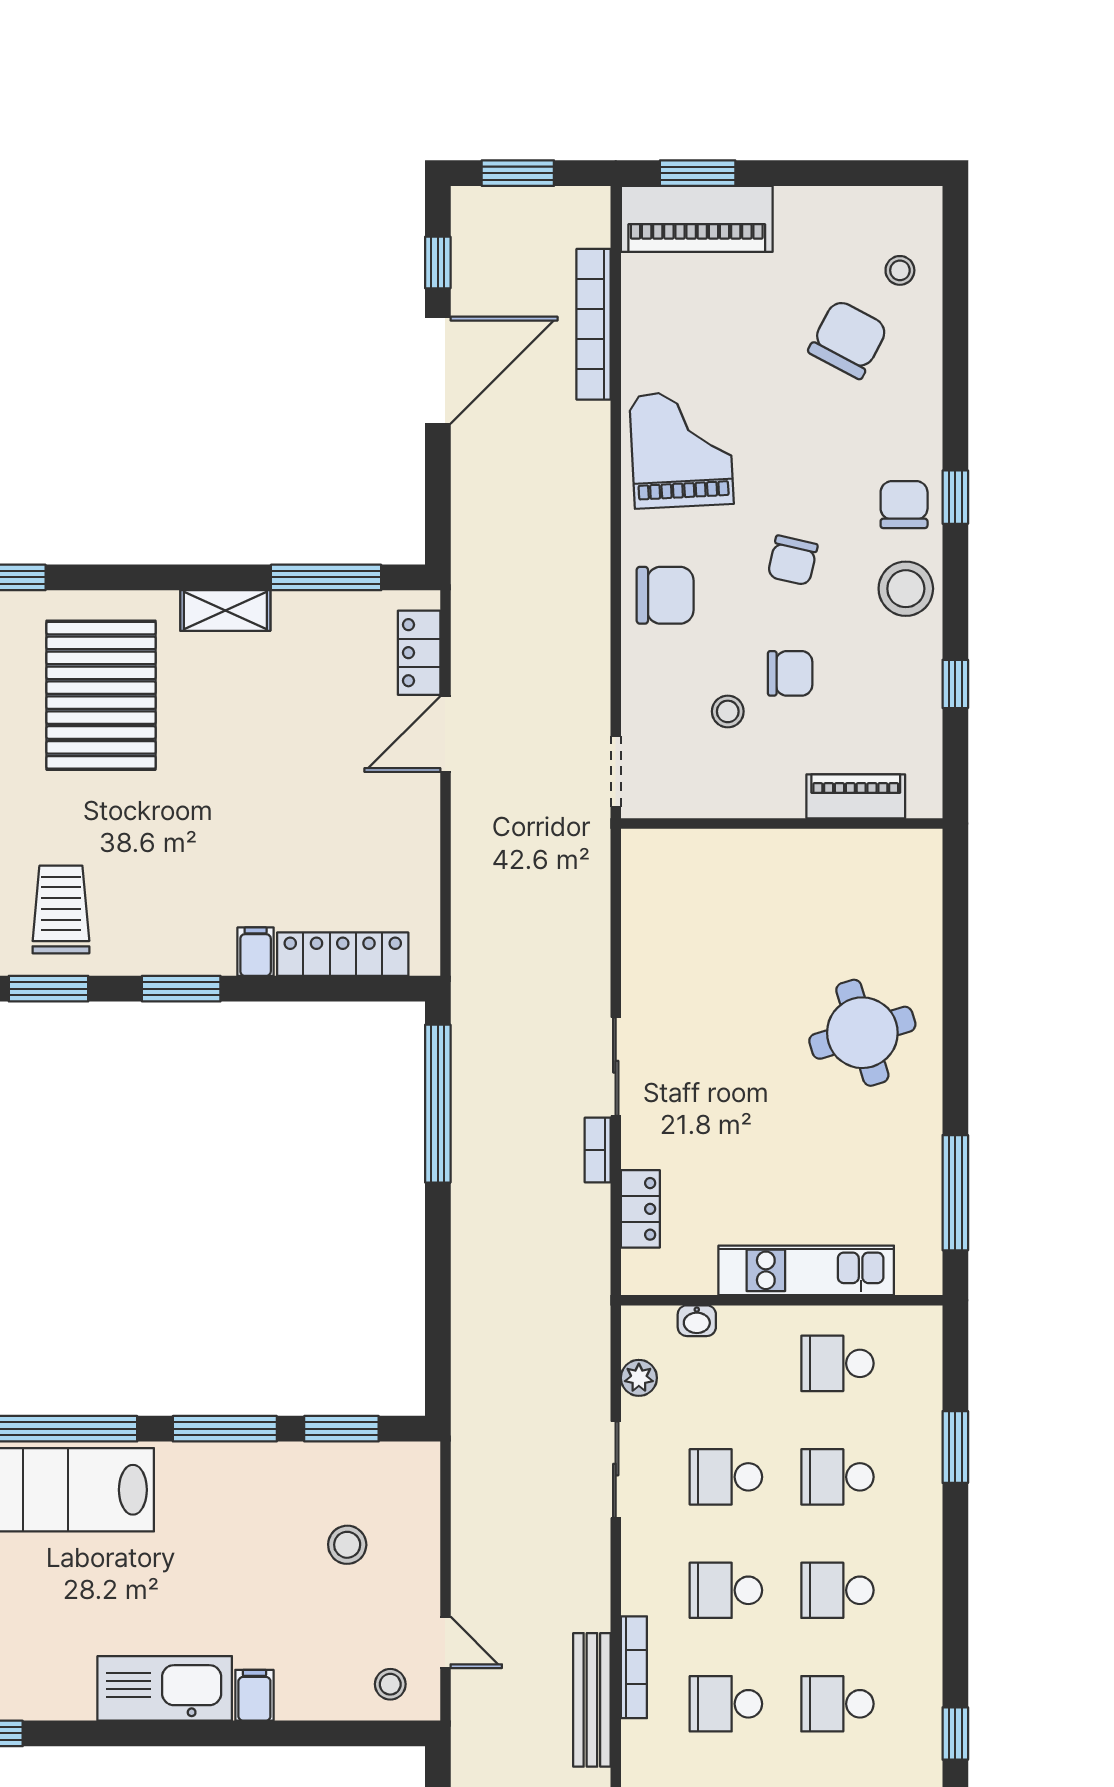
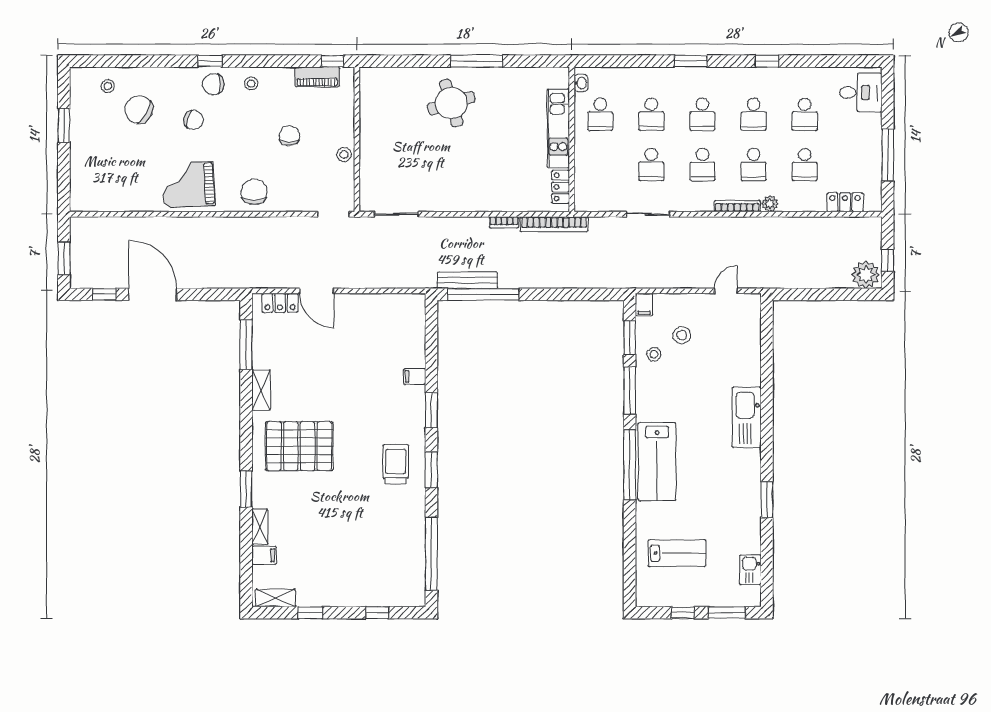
window: (698, 173) -> (64, 126), moved
piano: (697, 219) -> (85, 178), removed
bookcase: (593, 324) -> (554, 224), moved
chair: (793, 560) -> (193, 120), moved
stool: (906, 589) -> (251, 83), width x0.53, depth x0.53
window: (955, 684) -> (332, 61), moved
stool: (728, 711) -> (344, 155), moved
piano: (856, 796) -> (317, 77), moved, turned -90
trolley: (61, 910) -> (396, 464), turned 90
locker: (343, 954) -> (416, 337), removed
sliding door: (616, 1067) -> (396, 214), moved
window: (955, 1193) -> (477, 61), moved
locker: (640, 1209) -> (561, 187), moved, turned -90
washbasin: (697, 1321) -> (581, 83), moved
plant: (639, 1378) -> (770, 204), moved
window: (955, 1447) -> (691, 61), moved
stool: (390, 1684) -> (654, 354), moved
filing cabinet: (254, 1695) -> (644, 305), moved, turned -90
bench: (592, 1700) -> (467, 280), moved

